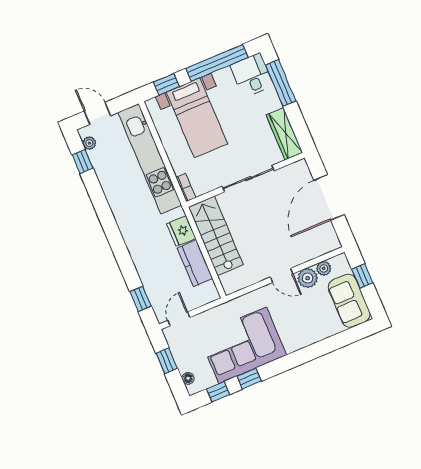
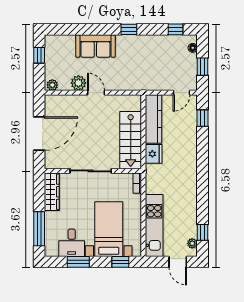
window: (217, 63) -> (78, 262), width x0.47
desk: (252, 75) -> (72, 243), moved
kitchen unit: (150, 159) -> (154, 225), width x0.73
kitchen counter: (195, 263) -> (154, 119), width x1.50
plant: (324, 268) -> (52, 85), moved
window: (362, 276) -> (39, 55), moved
sofa: (349, 301) -> (95, 46), moved, turned 90
corner sofa: (243, 345) -> (144, 55), removed
window: (249, 379) -> (129, 29), moved

